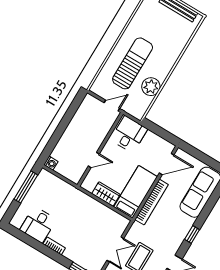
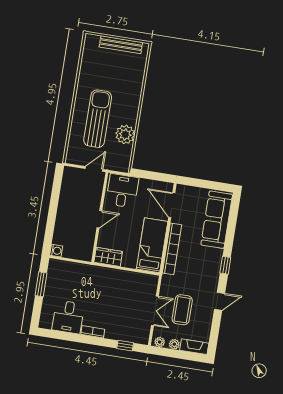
door: (94, 160) -> (99, 219), moved
door: (167, 164) -> (172, 205), swing flipped
window: (26, 187) -> (41, 284), width x0.69
wardrobe: (106, 194) -> (108, 257), moved

